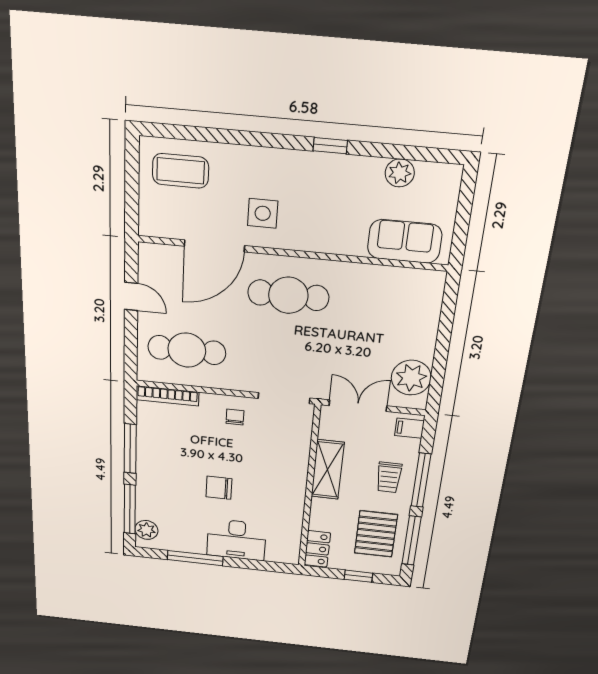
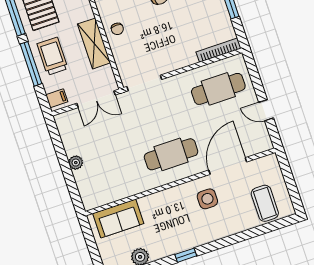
coffee table: (180, 171) -> (265, 203), turned 90
plant: (411, 378) -> (76, 163), moved, width x0.53, depth x0.53
chair: (235, 417) -> (117, 29), moved
trolley: (389, 477) -> (52, 56), width x1.36, depth x1.39

